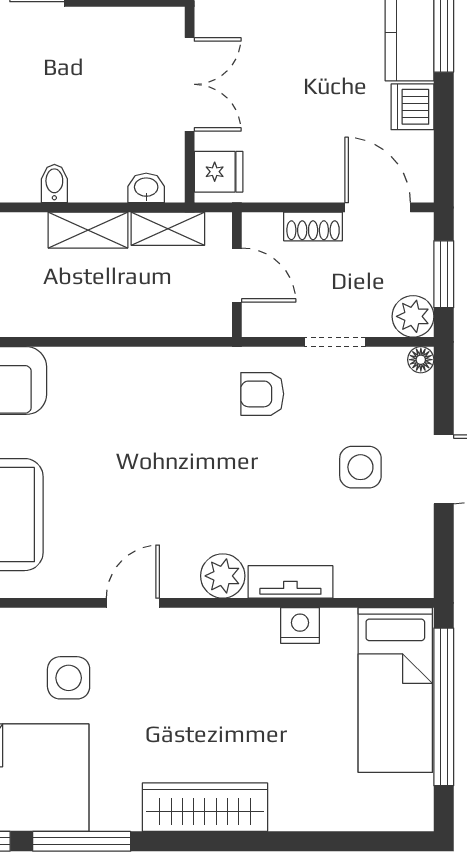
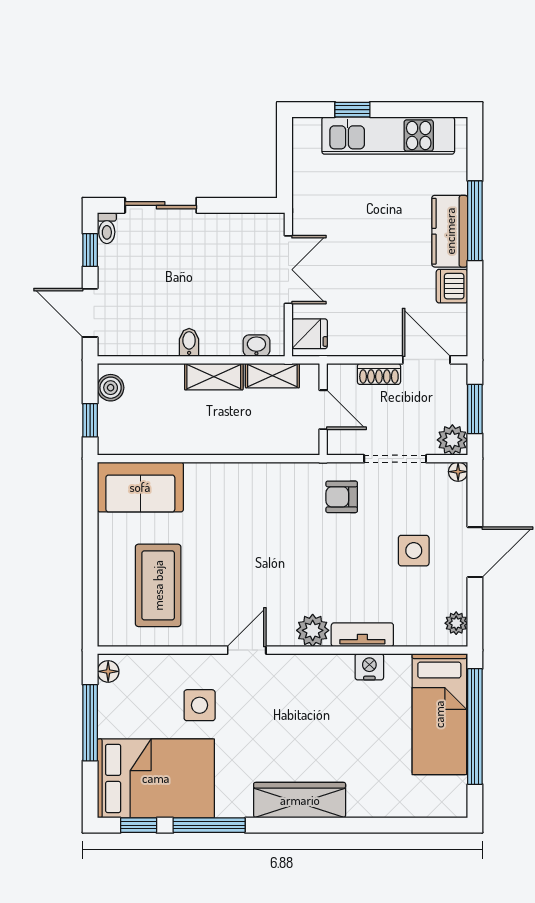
doorway: (335, 342) -> (395, 459), width x1.38
plant: (418, 566) -> (456, 623), added

